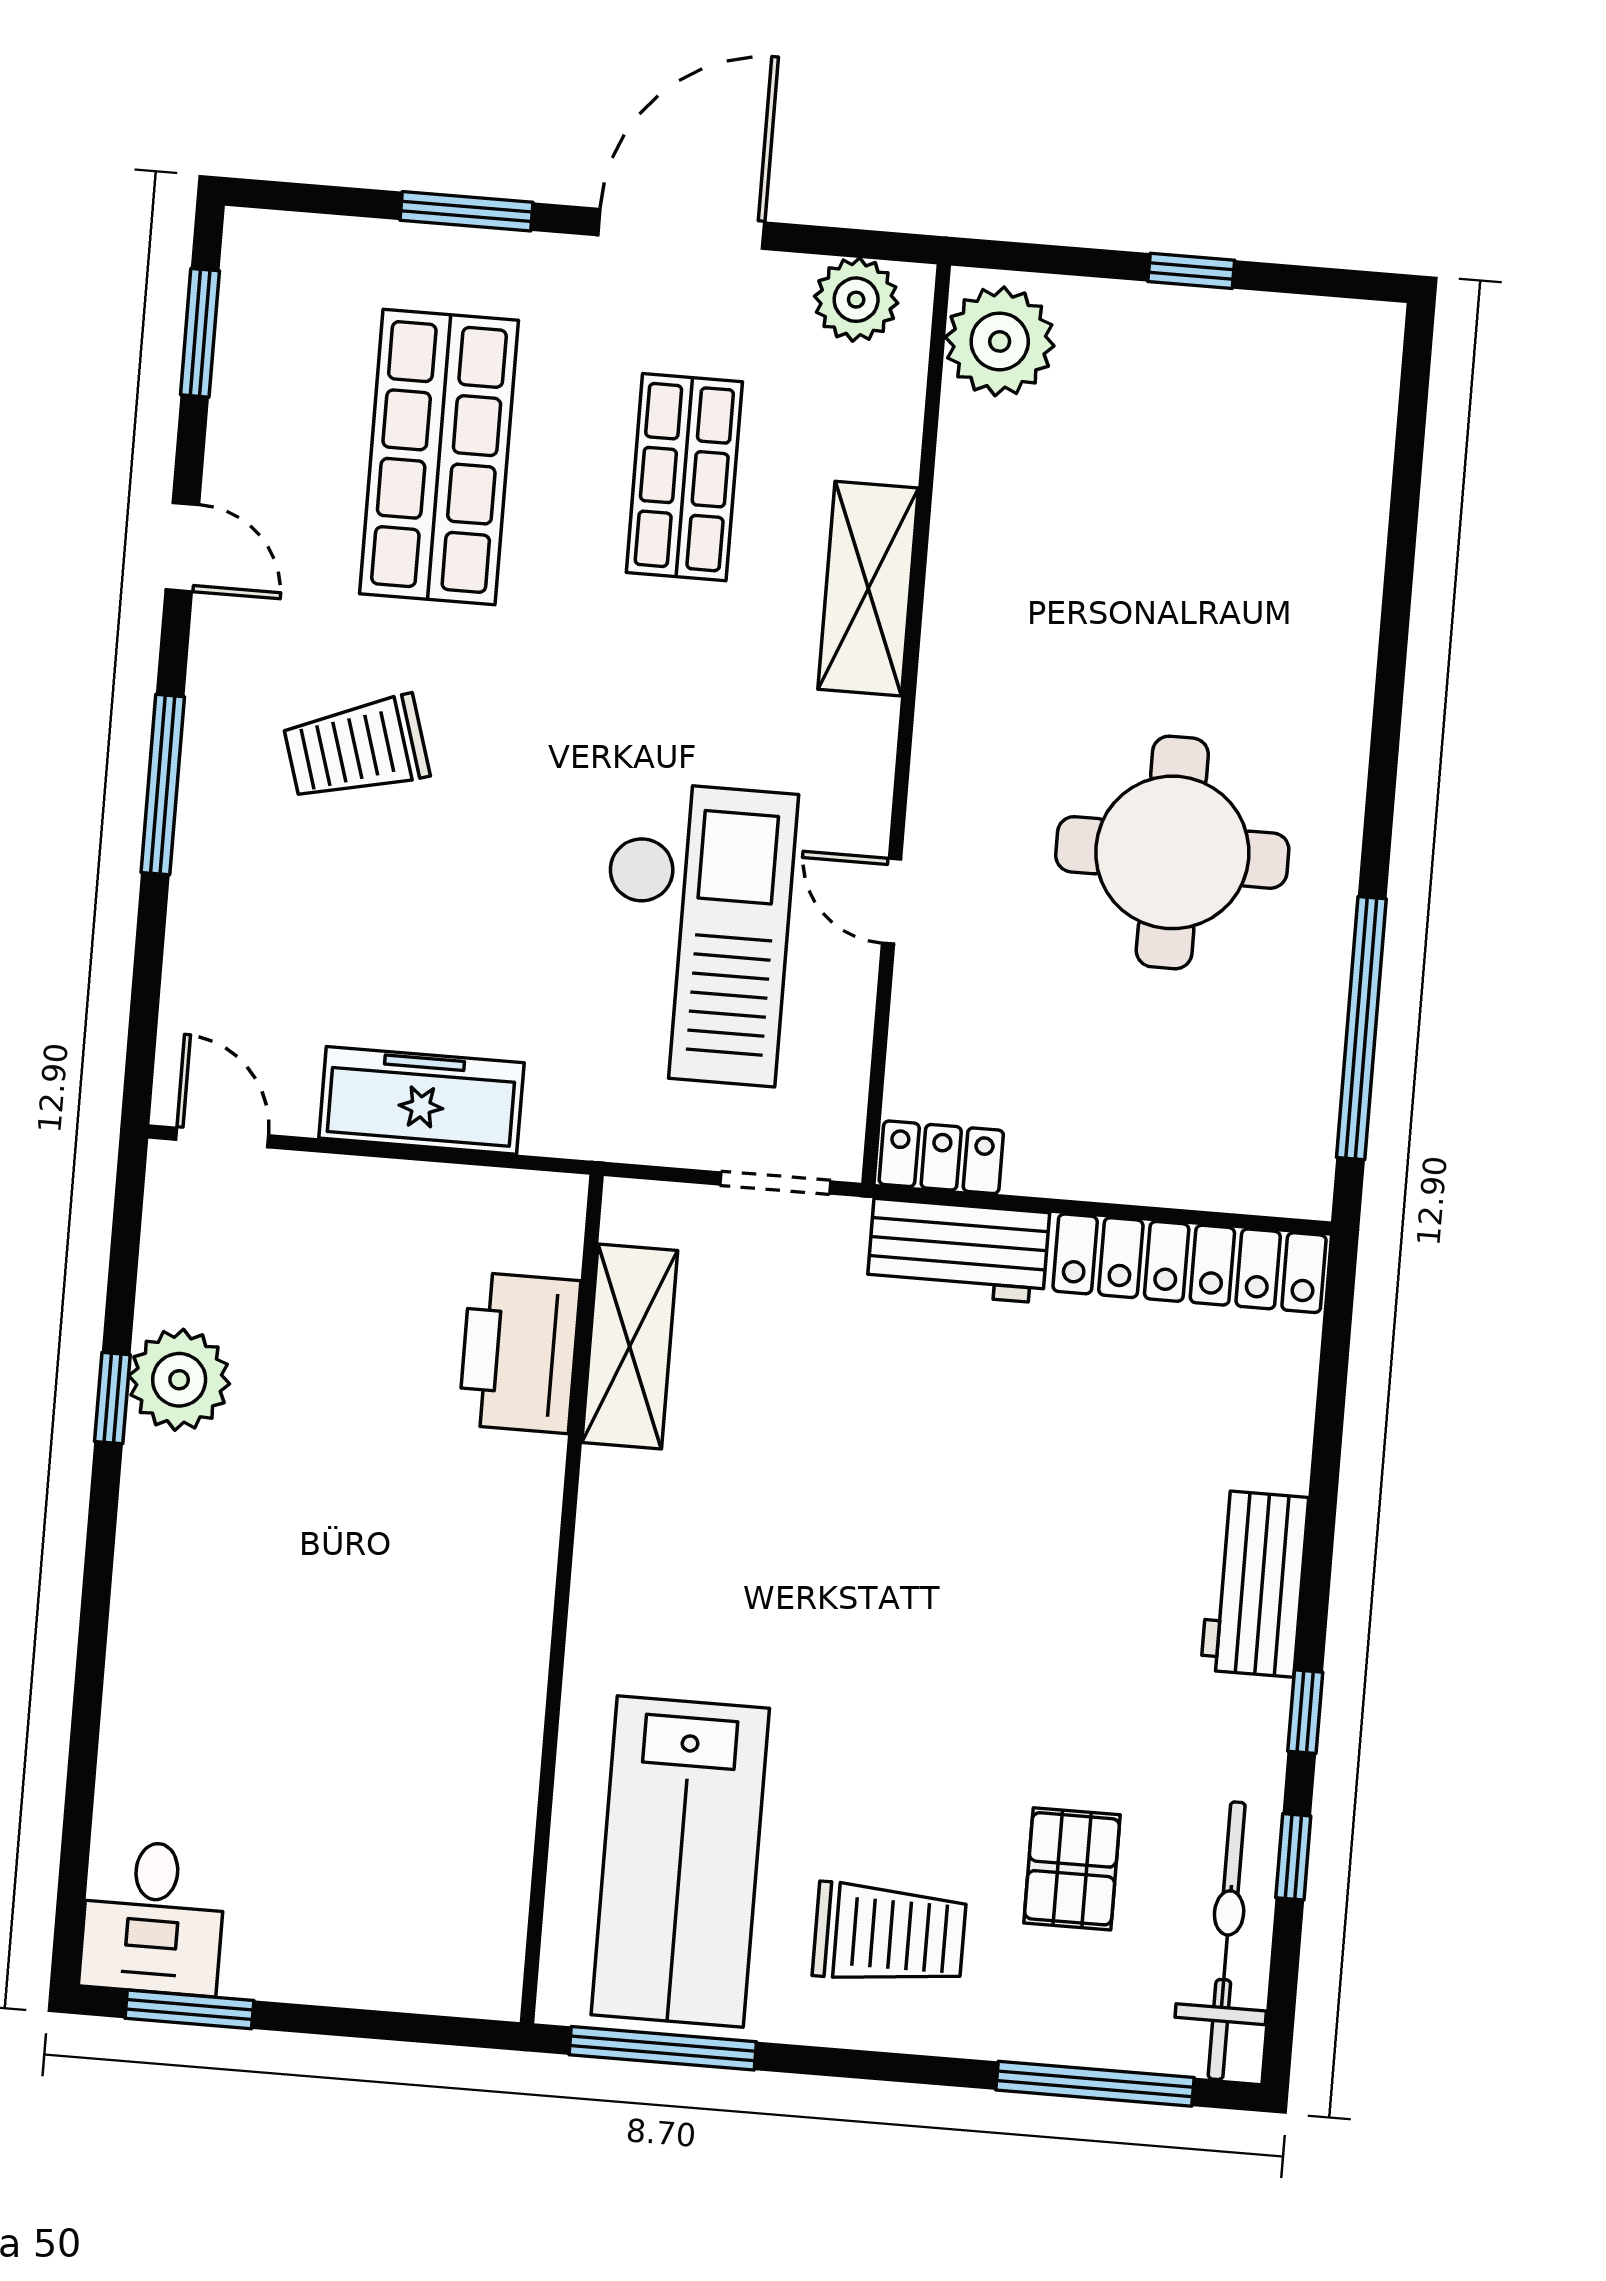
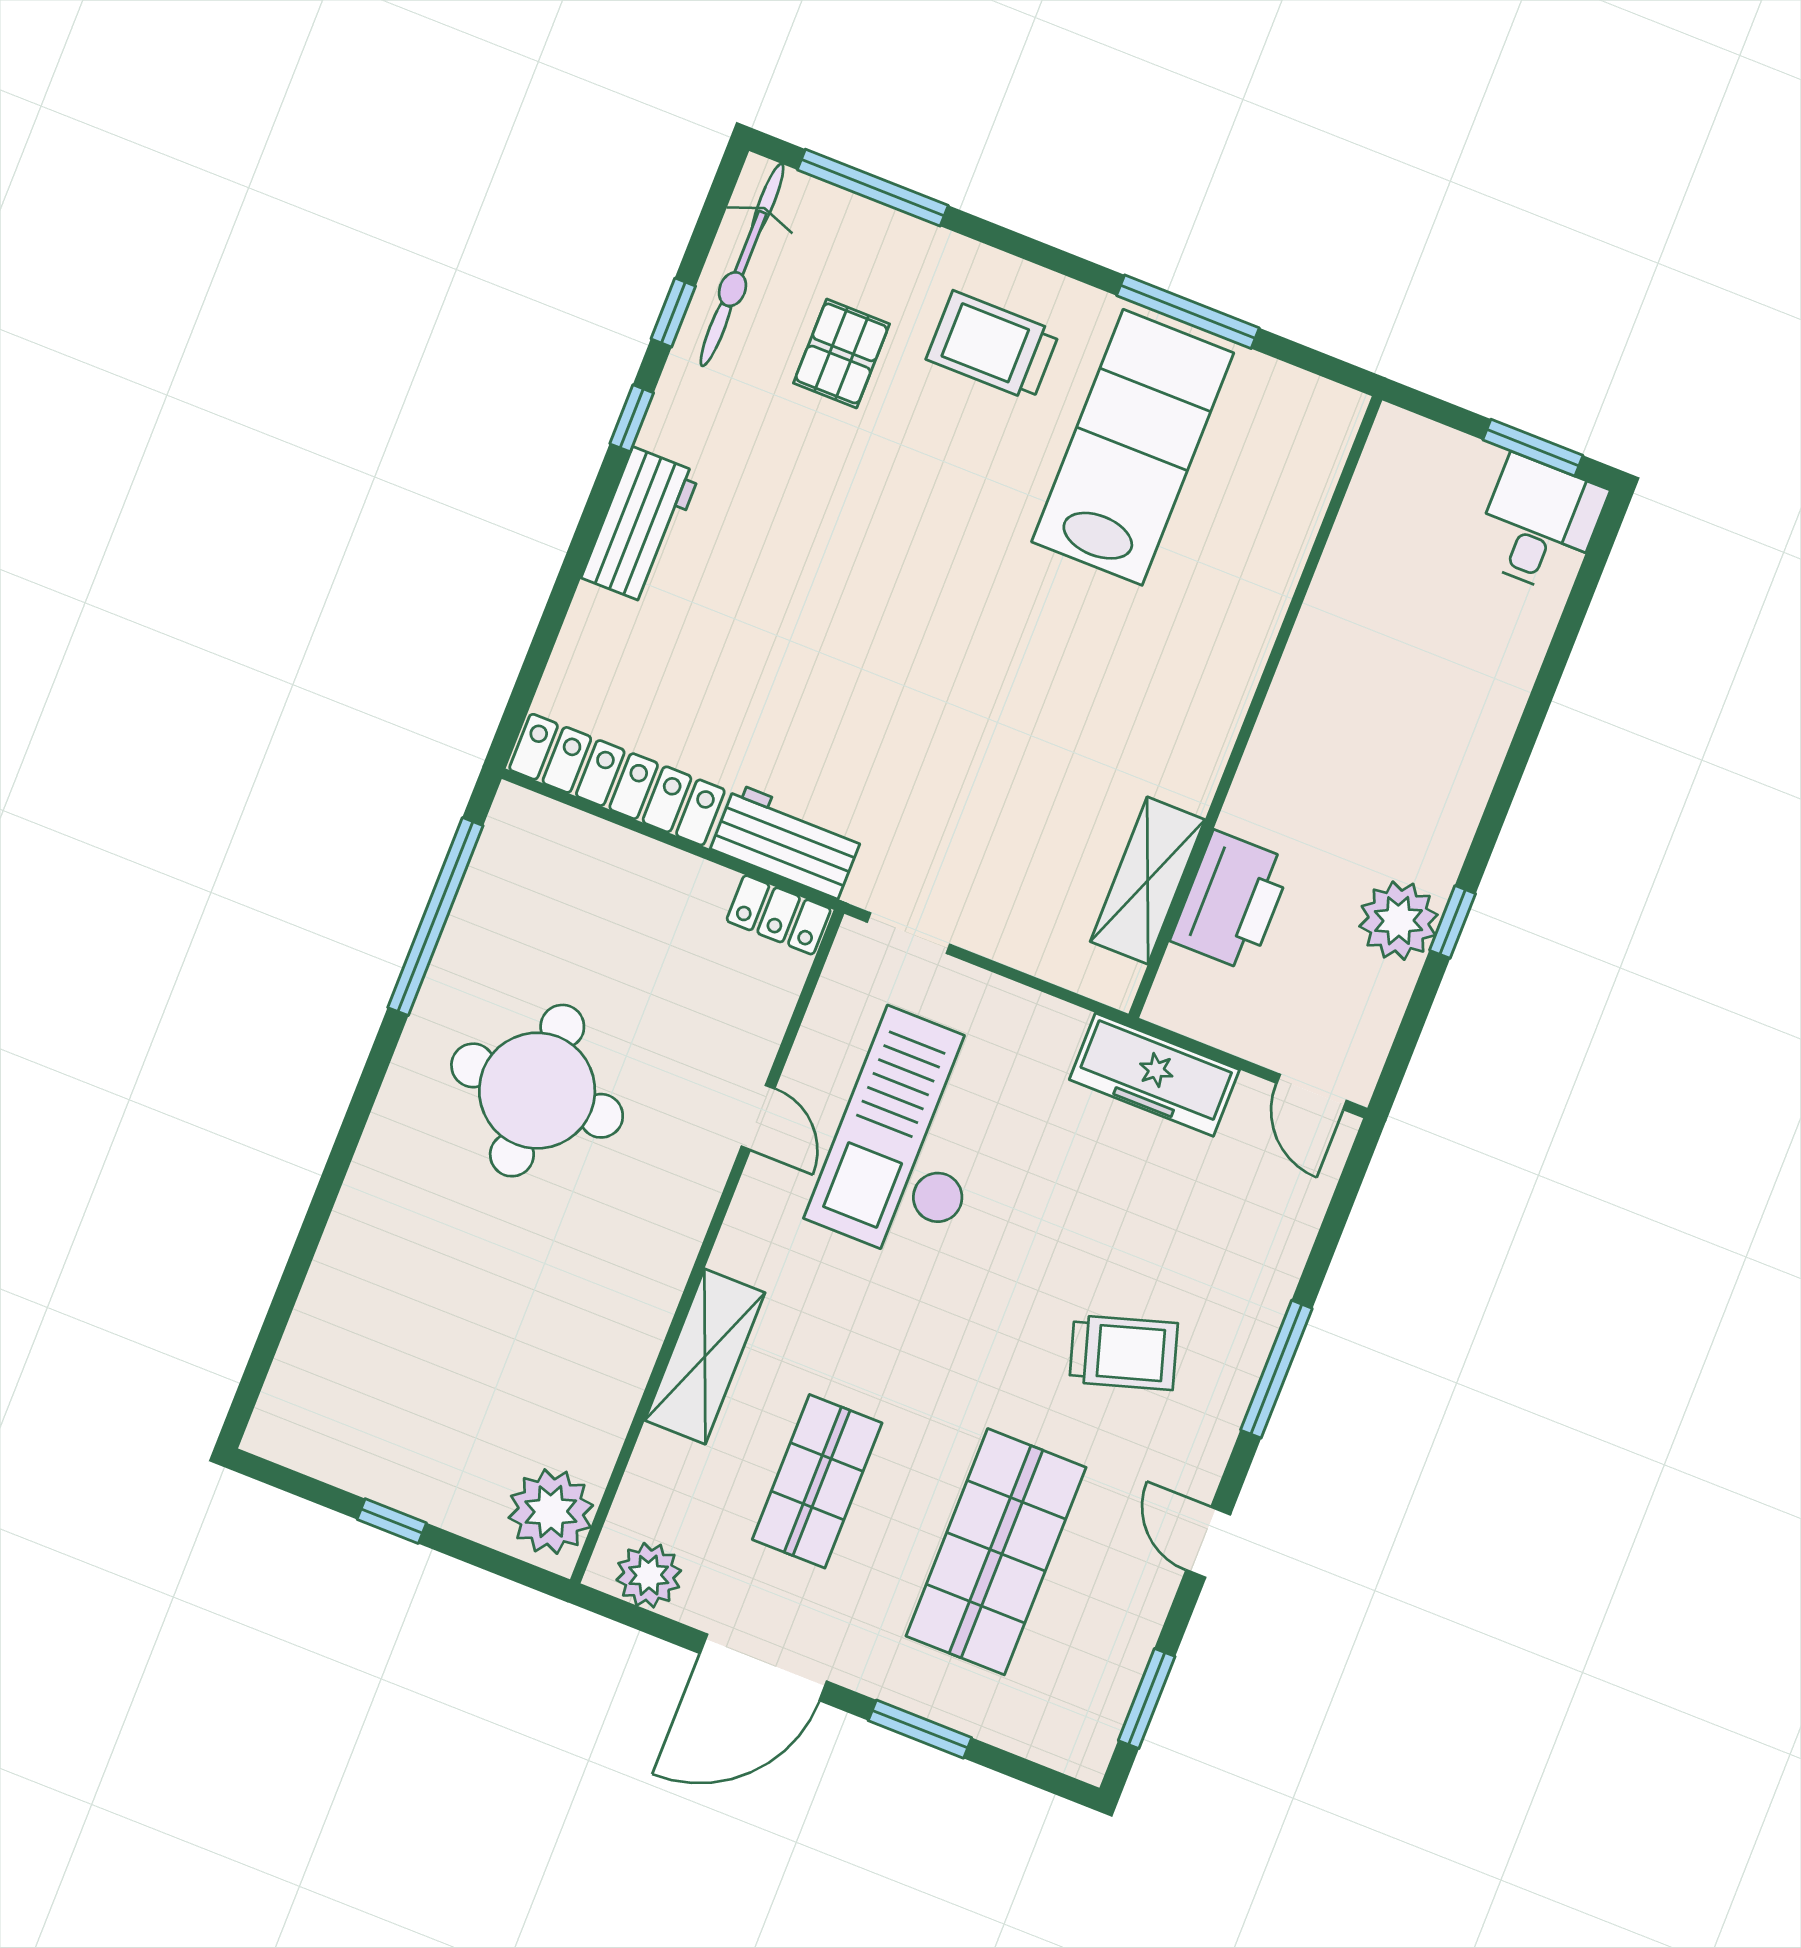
shelving: (630, 1346) -> (1148, 881), moved
printer: (519, 1353) -> (1231, 901), moved
wall: (562, 1599) -> (1255, 707), moved

